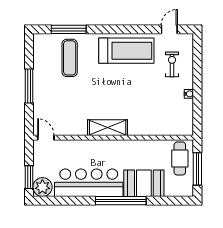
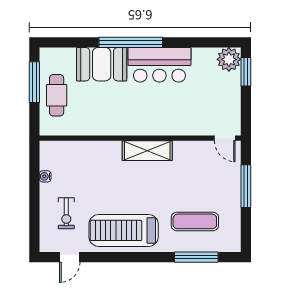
exercise mat: (70, 58) -> (195, 221), turned 90
shelving: (108, 128) -> (147, 151), moved
door: (46, 138) -> (225, 138), moved
wall: (113, 138) -> (140, 138), moved
bar counter: (89, 183) -> (159, 65), width x0.73

